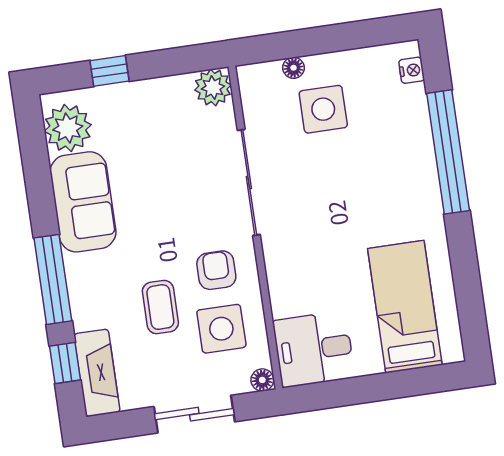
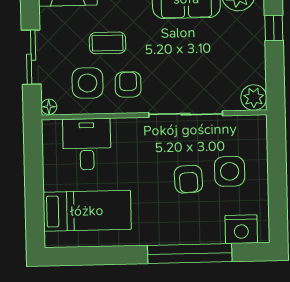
floor lamp: (294, 68) -> (261, 154), removed
nightstand: (412, 70) -> (241, 229), width x1.89, depth x1.79
armchair: (342, 167) -> (188, 179), added
armchair: (216, 270) -> (128, 84), turned -90
desk: (314, 349) -> (87, 144), moved

